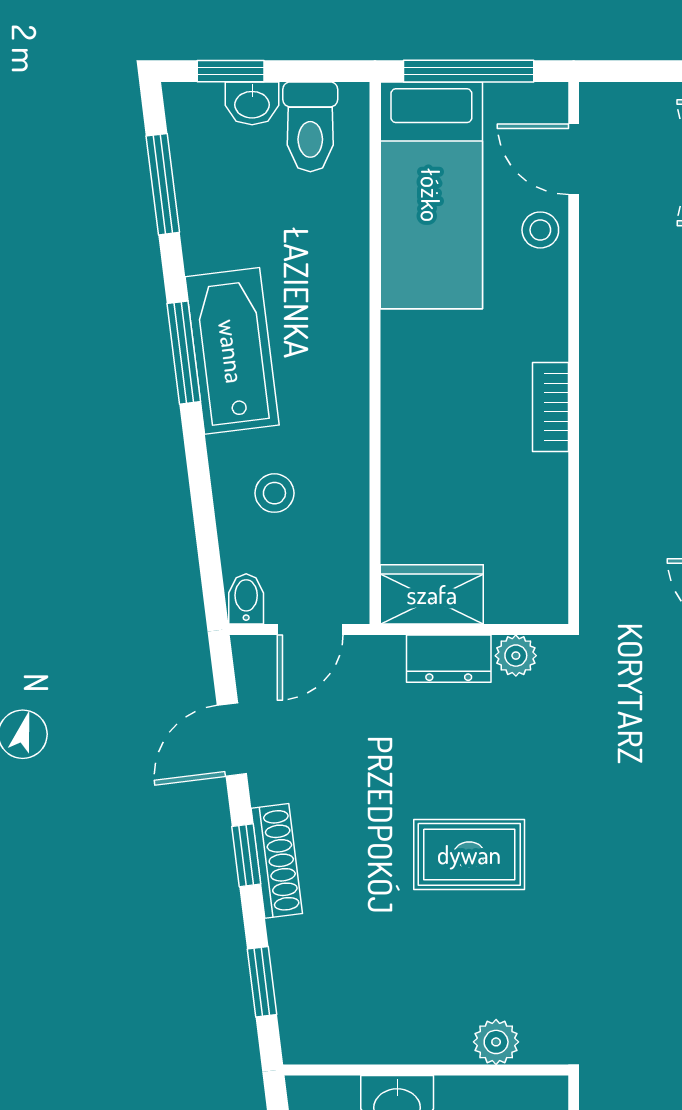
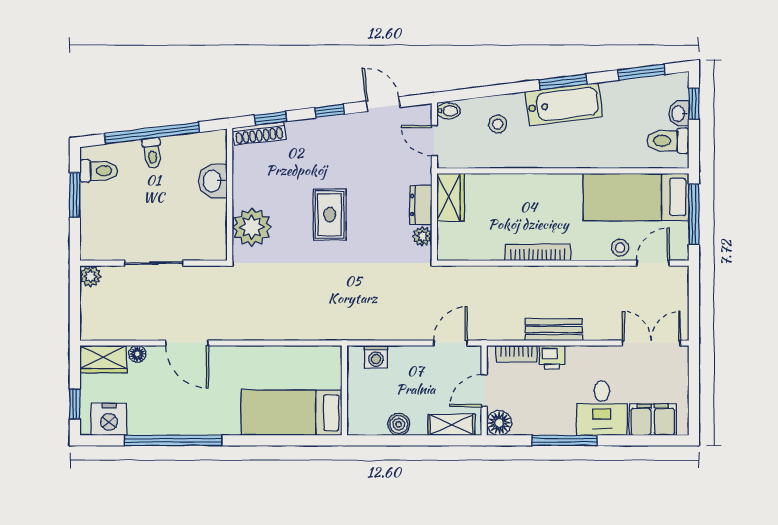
bookcase: (550, 407) -> (538, 252), width x1.56
shoe rack: (277, 861) -> (259, 134), moved
plant: (496, 1042) -> (252, 227), width x1.88, depth x1.88

